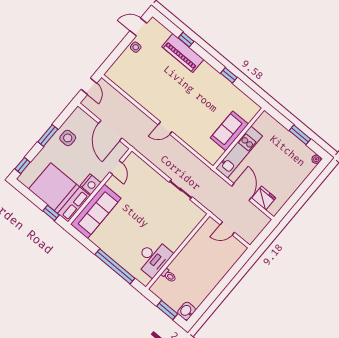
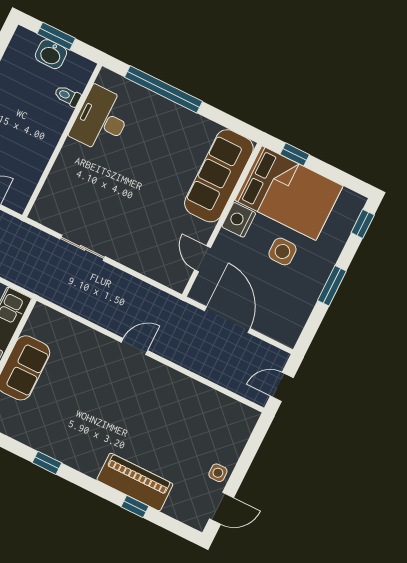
door: (89, 86) -> (282, 387), hinge flipped
side table: (68, 138) -> (282, 251), moved
washbasin: (187, 311) -> (51, 54), moved, turned 90

